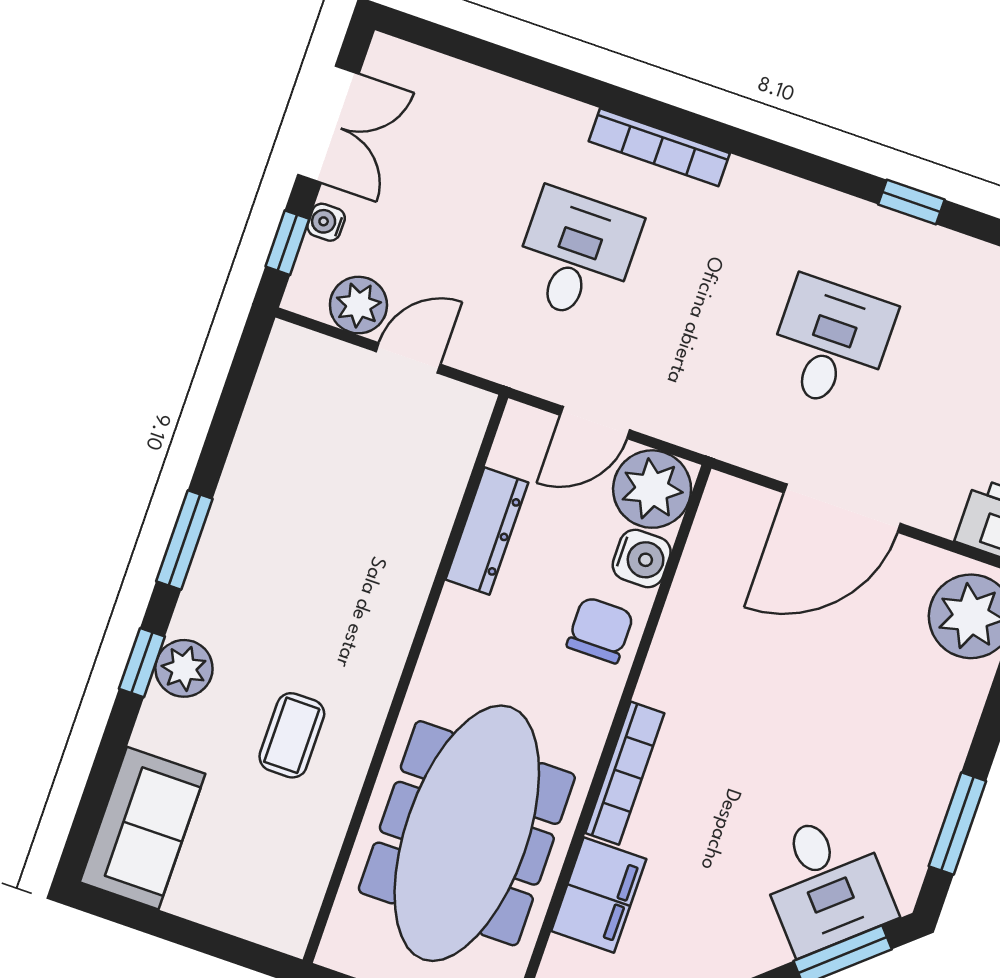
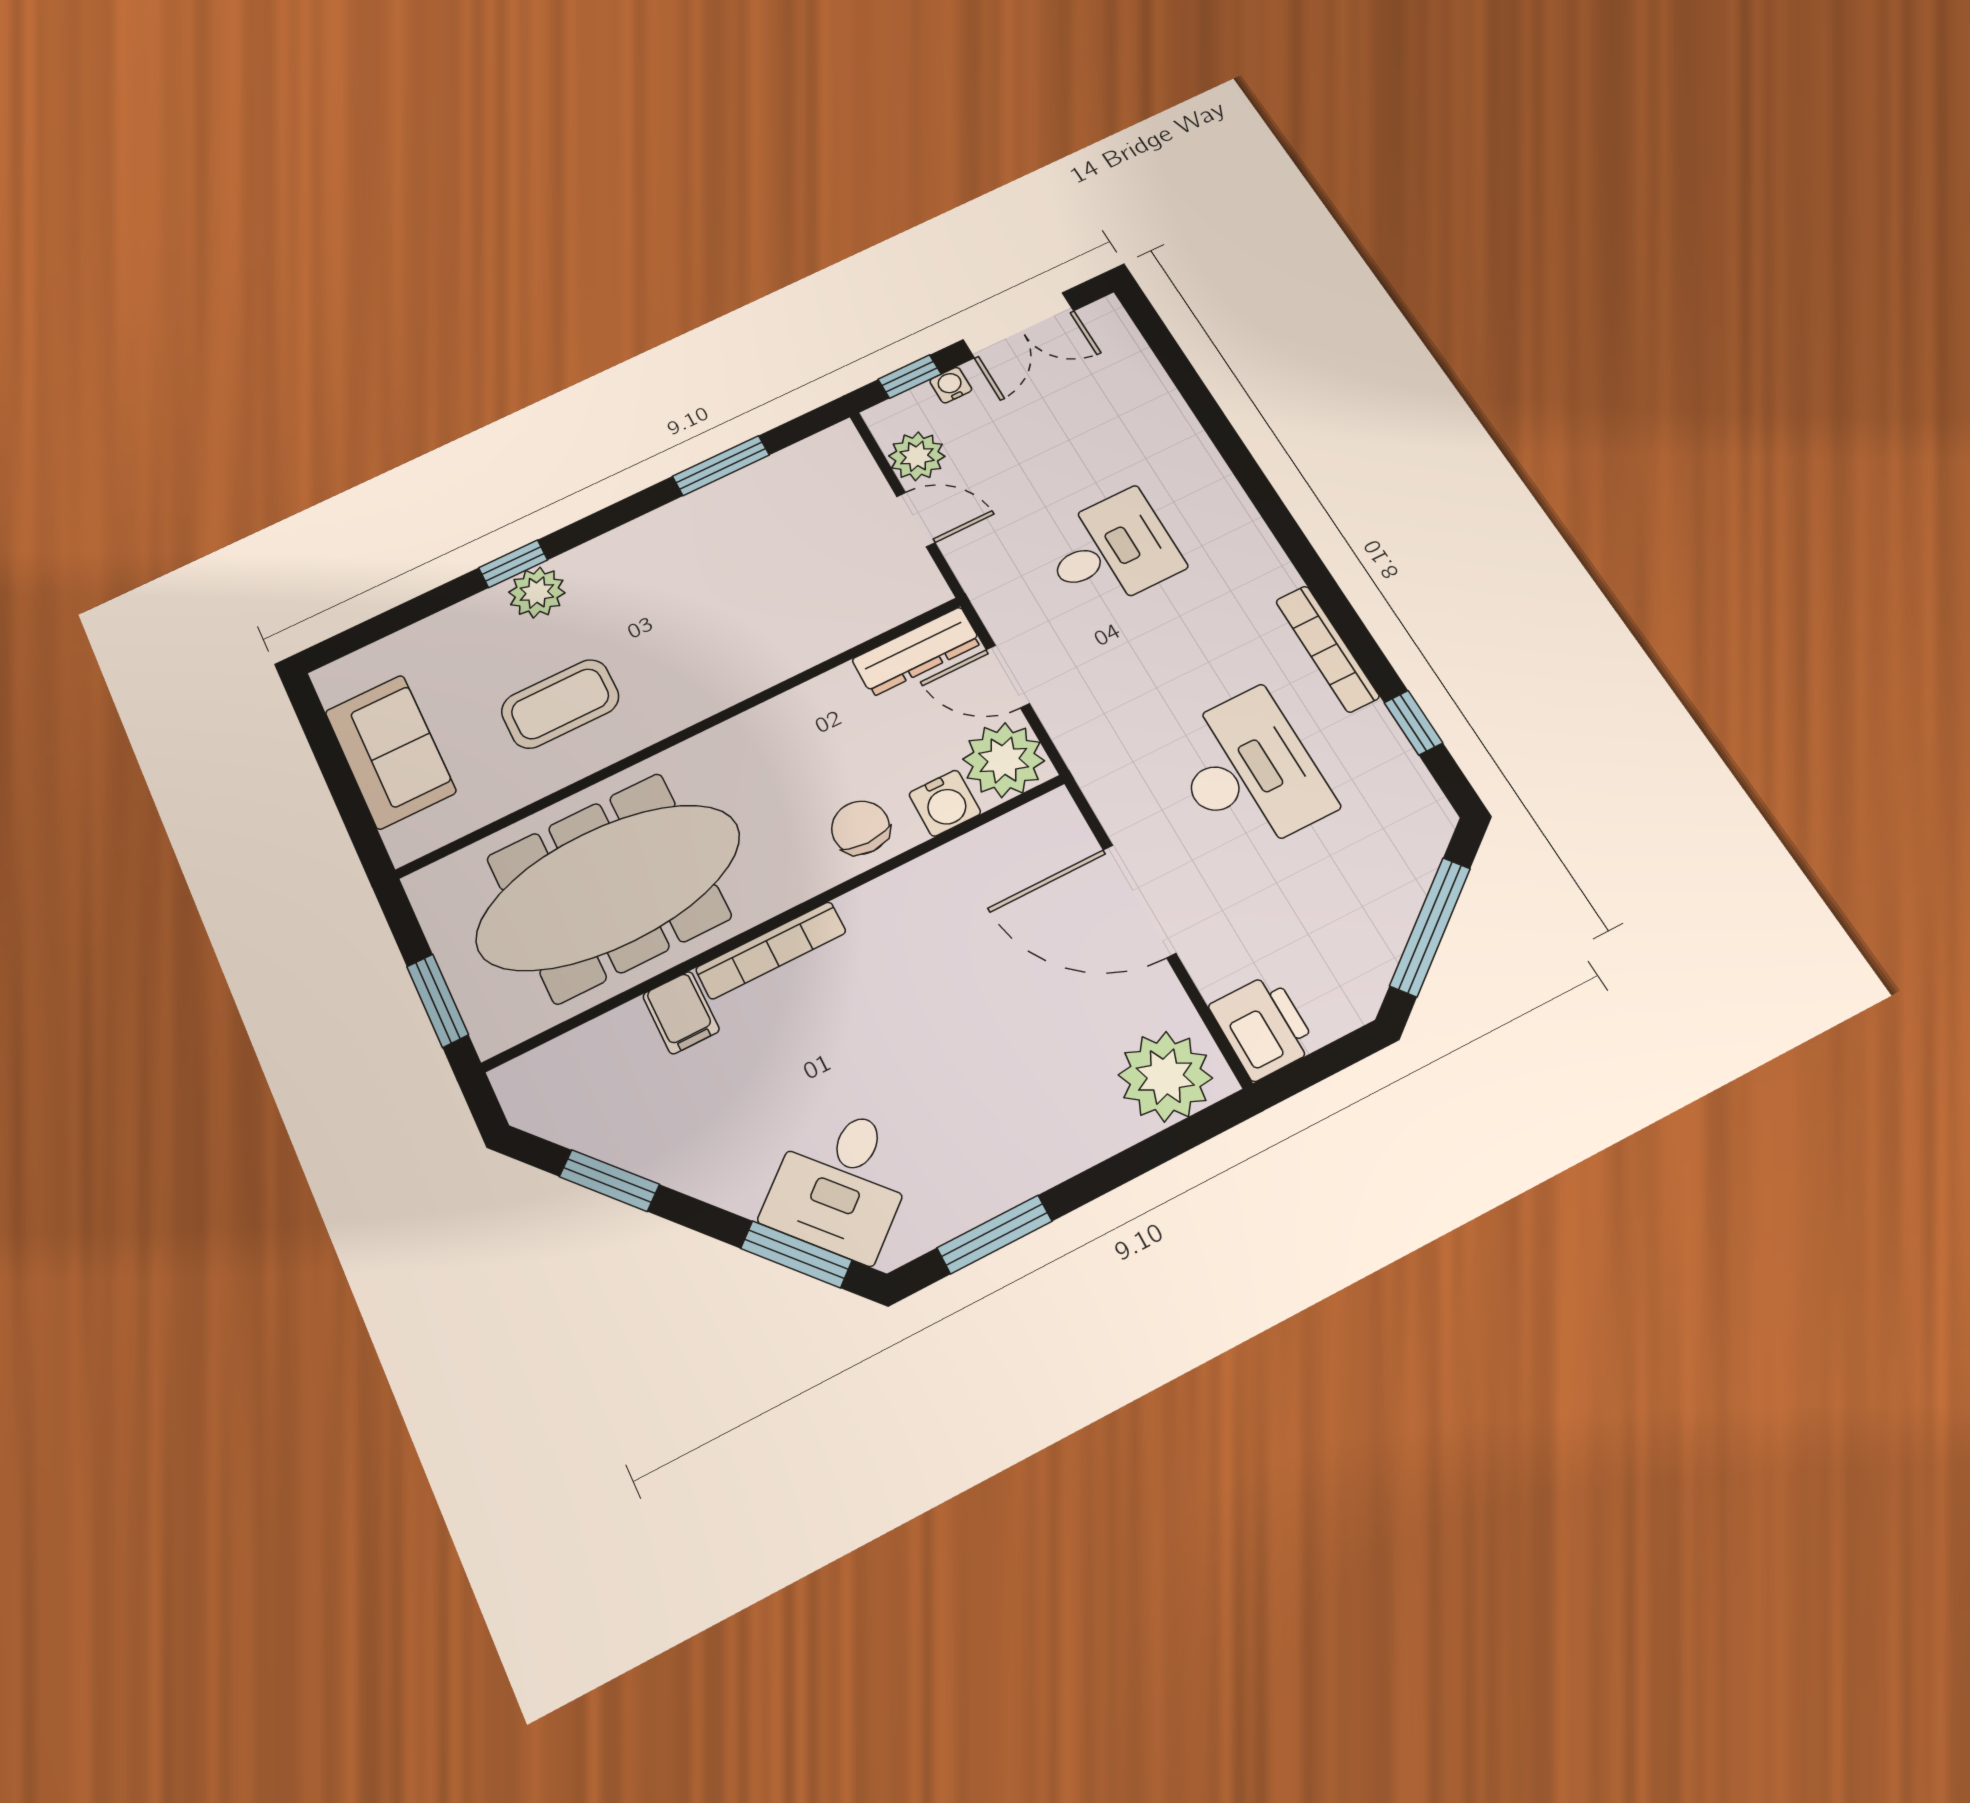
bookcase: (659, 147) -> (1327, 649), moved
desk: (831, 343) -> (1249, 772), width x1.37
dresser: (487, 531) -> (917, 651), moved
window: (184, 540) -> (721, 466), moved
chair: (600, 630) -> (860, 828), turned -90
coffee table: (292, 735) -> (560, 704), width x1.36, depth x1.30
sofa: (143, 828) -> (390, 752), moved, turned -90
filing cabinet: (599, 895) -> (681, 1013), width x0.50

